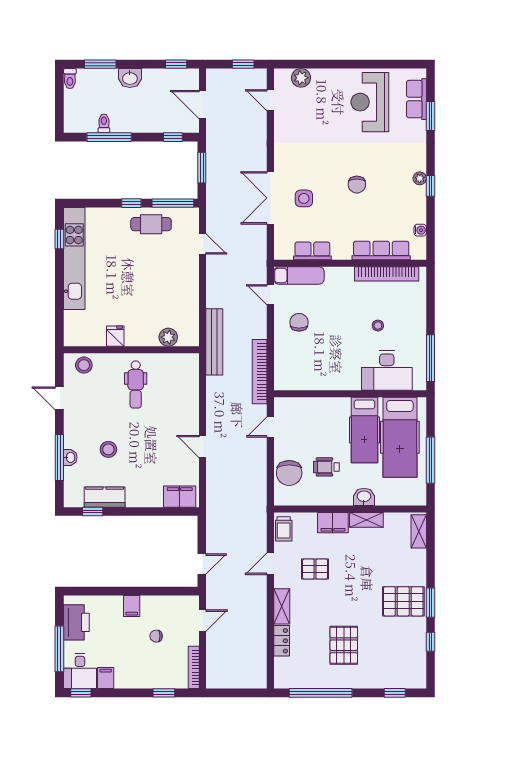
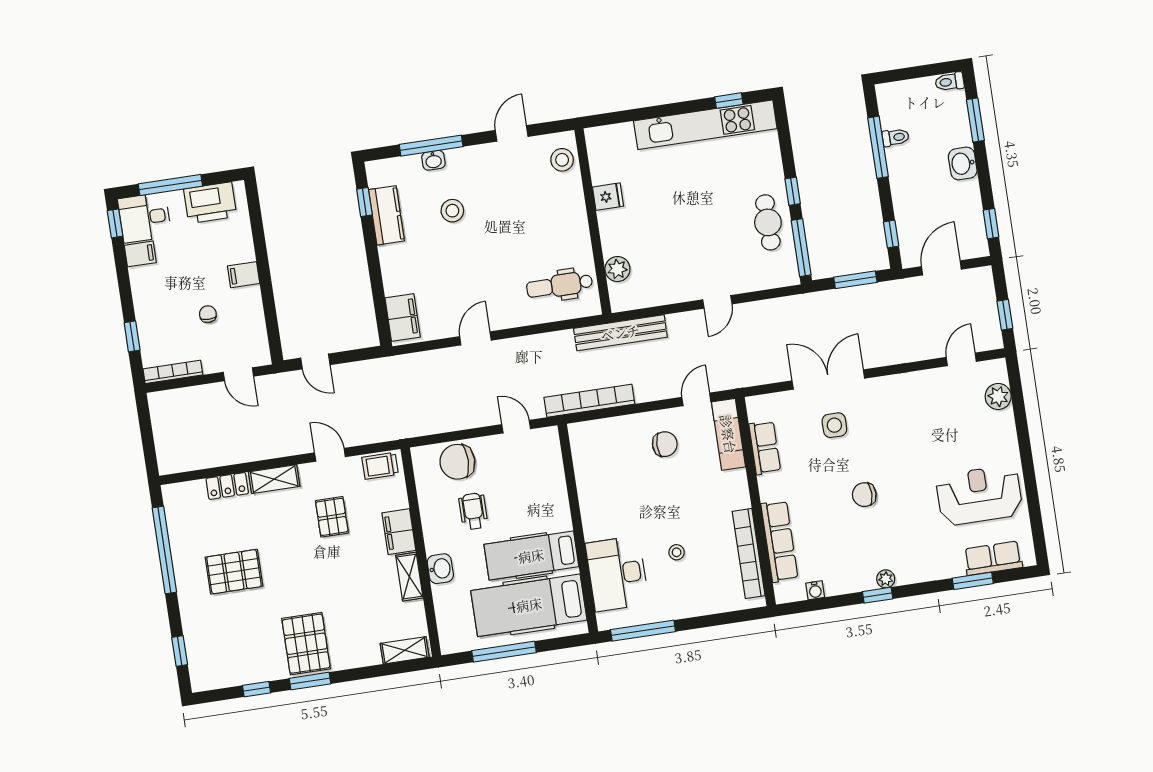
door: (203, 244) -> (717, 302), moved
dental chair: (136, 384) -> (560, 285), moved

